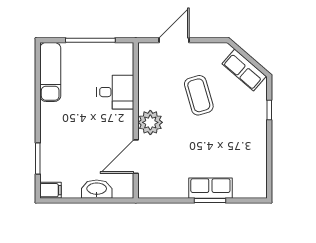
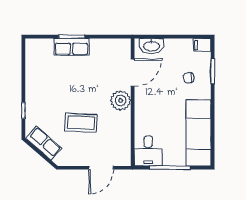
exam couch: (50, 72) -> (199, 133), width x1.36, depth x1.45
desk: (115, 92) -> (148, 151), moved, turned -90
coffee table: (199, 95) -> (81, 123), turned -71
chair: (67, 150) -> (189, 78), added
washbasin: (97, 189) -> (151, 46), moved

